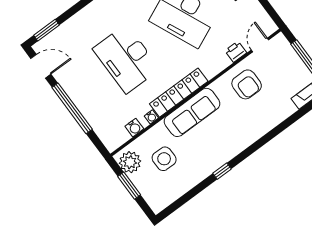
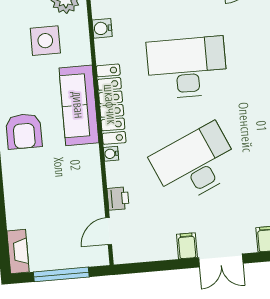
door: (260, 45) -> (109, 231), swing flipped
armchair: (247, 84) -> (24, 131), moved, turned -90
water cooler: (151, 117) -> (111, 154), moved

